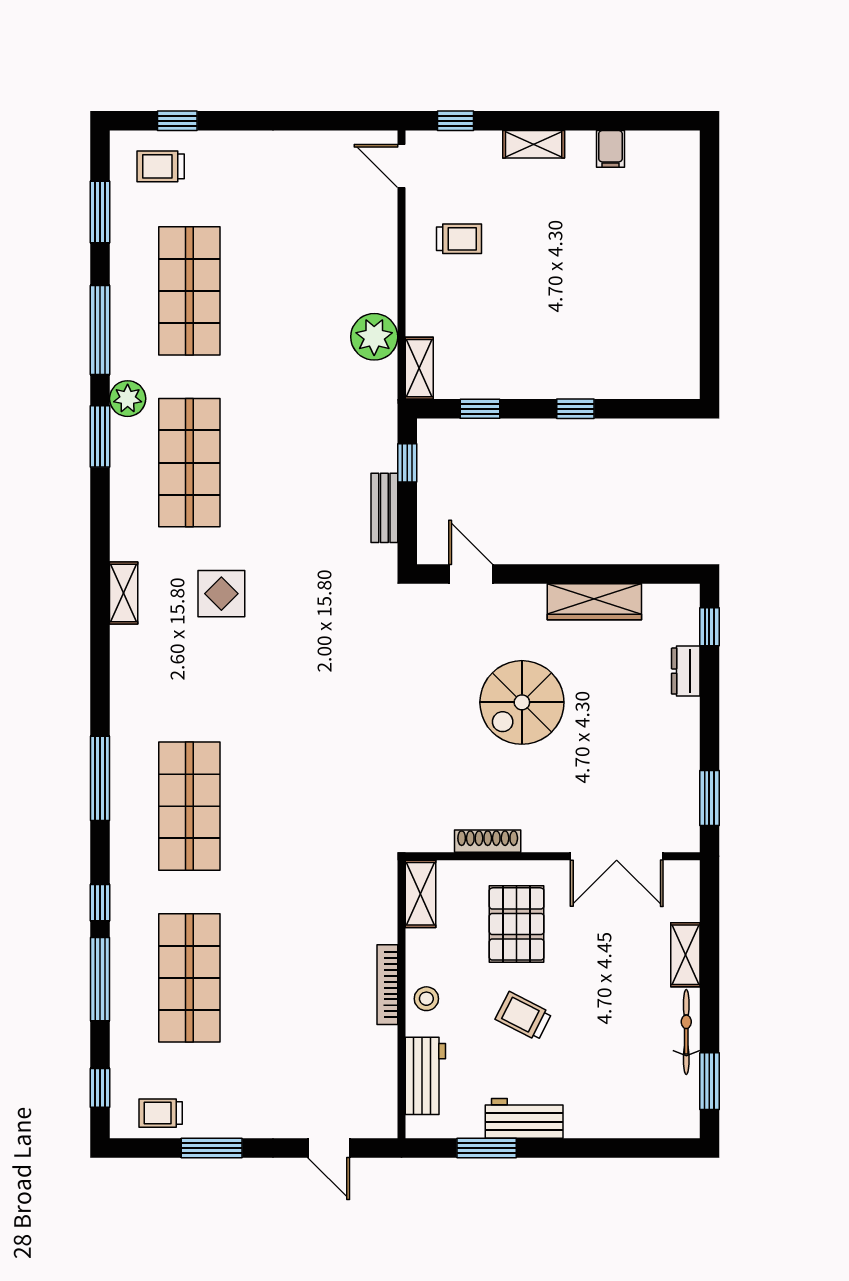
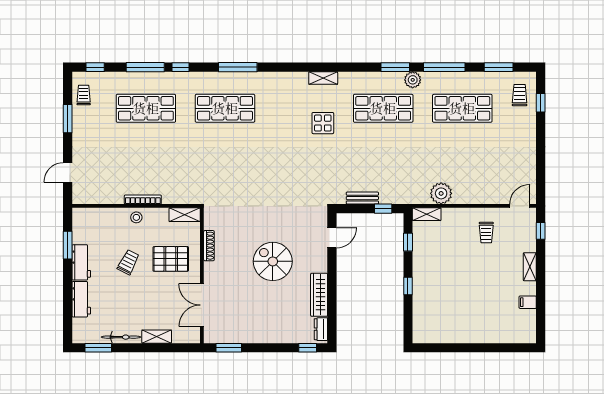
dresser: (686, 671) -> (321, 329), moved, turned -90
workbench: (425, 1076) -> (81, 299), moved, turned -90

